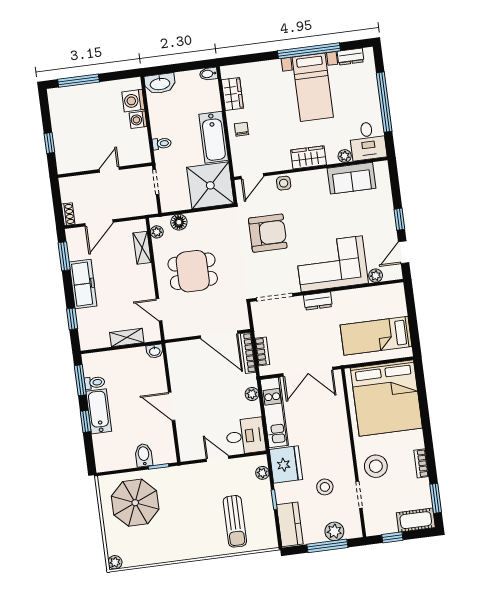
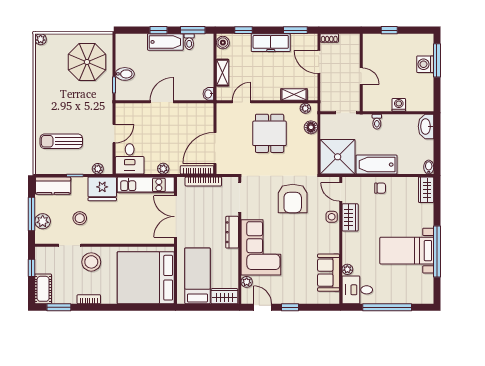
dresser: (351, 57) -> (428, 285), removed
wardrobe: (232, 94) -> (426, 190), moved, turned 90
washing machine: (133, 101) -> (425, 64), moved, turned -90
wardrobe: (308, 157) -> (350, 217), moved
wardrobe: (396, 300) -> (224, 296), added
dresser: (318, 301) -> (232, 232), width x1.44
boiler: (90, 342) -> (223, 43), added
bookcase: (262, 351) -> (203, 182), width x1.56

